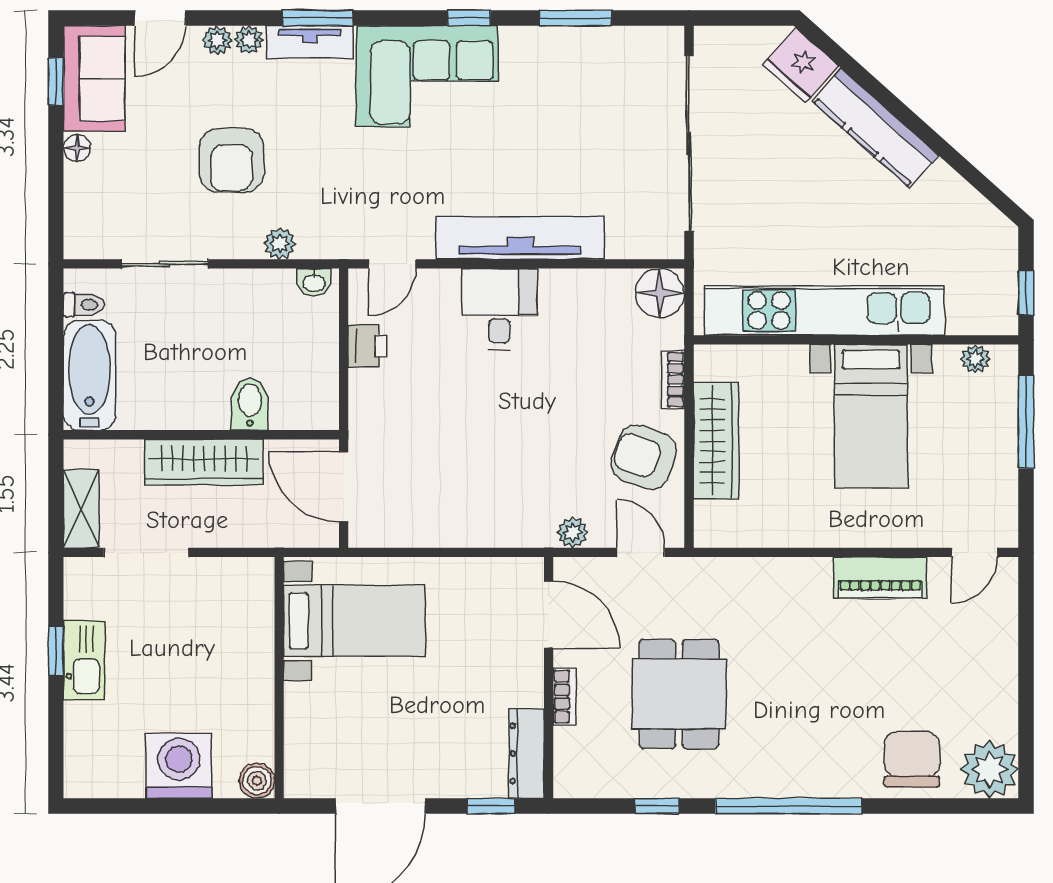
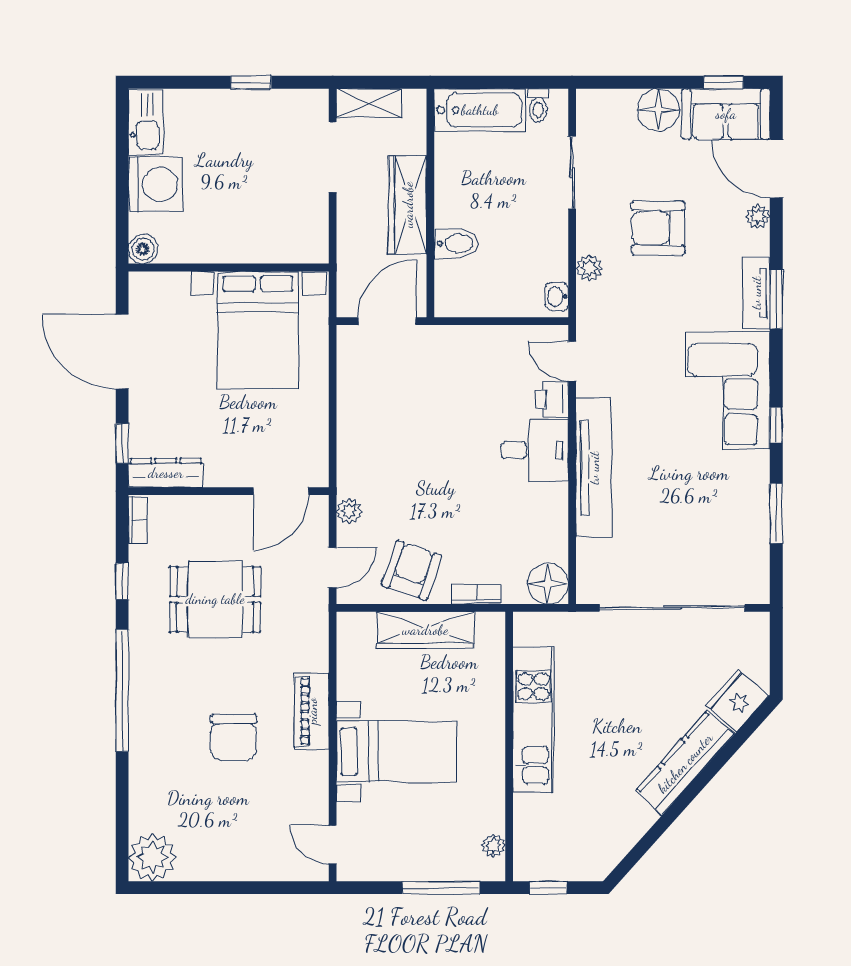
door: (160, 18) -> (776, 169), width x1.38
plant: (249, 40) -> (758, 243), removed
floor lamp: (77, 148) -> (658, 110), width x1.89, depth x1.89
kitchen unit: (824, 310) -> (533, 720), width x0.73
printer: (367, 346) -> (552, 399), moved, turned 90
bed with nightstands: (871, 416) -> (396, 751), moved, turned 180
piano: (880, 578) -> (312, 711), moved
bed with nightstands: (354, 621) -> (258, 330), width x1.36
kitchen sink: (84, 660) -> (146, 122), moved, turned -90
bookcase: (565, 697) -> (138, 520), moved, turned -90
chair: (912, 759) -> (234, 737), moved, turned 90

